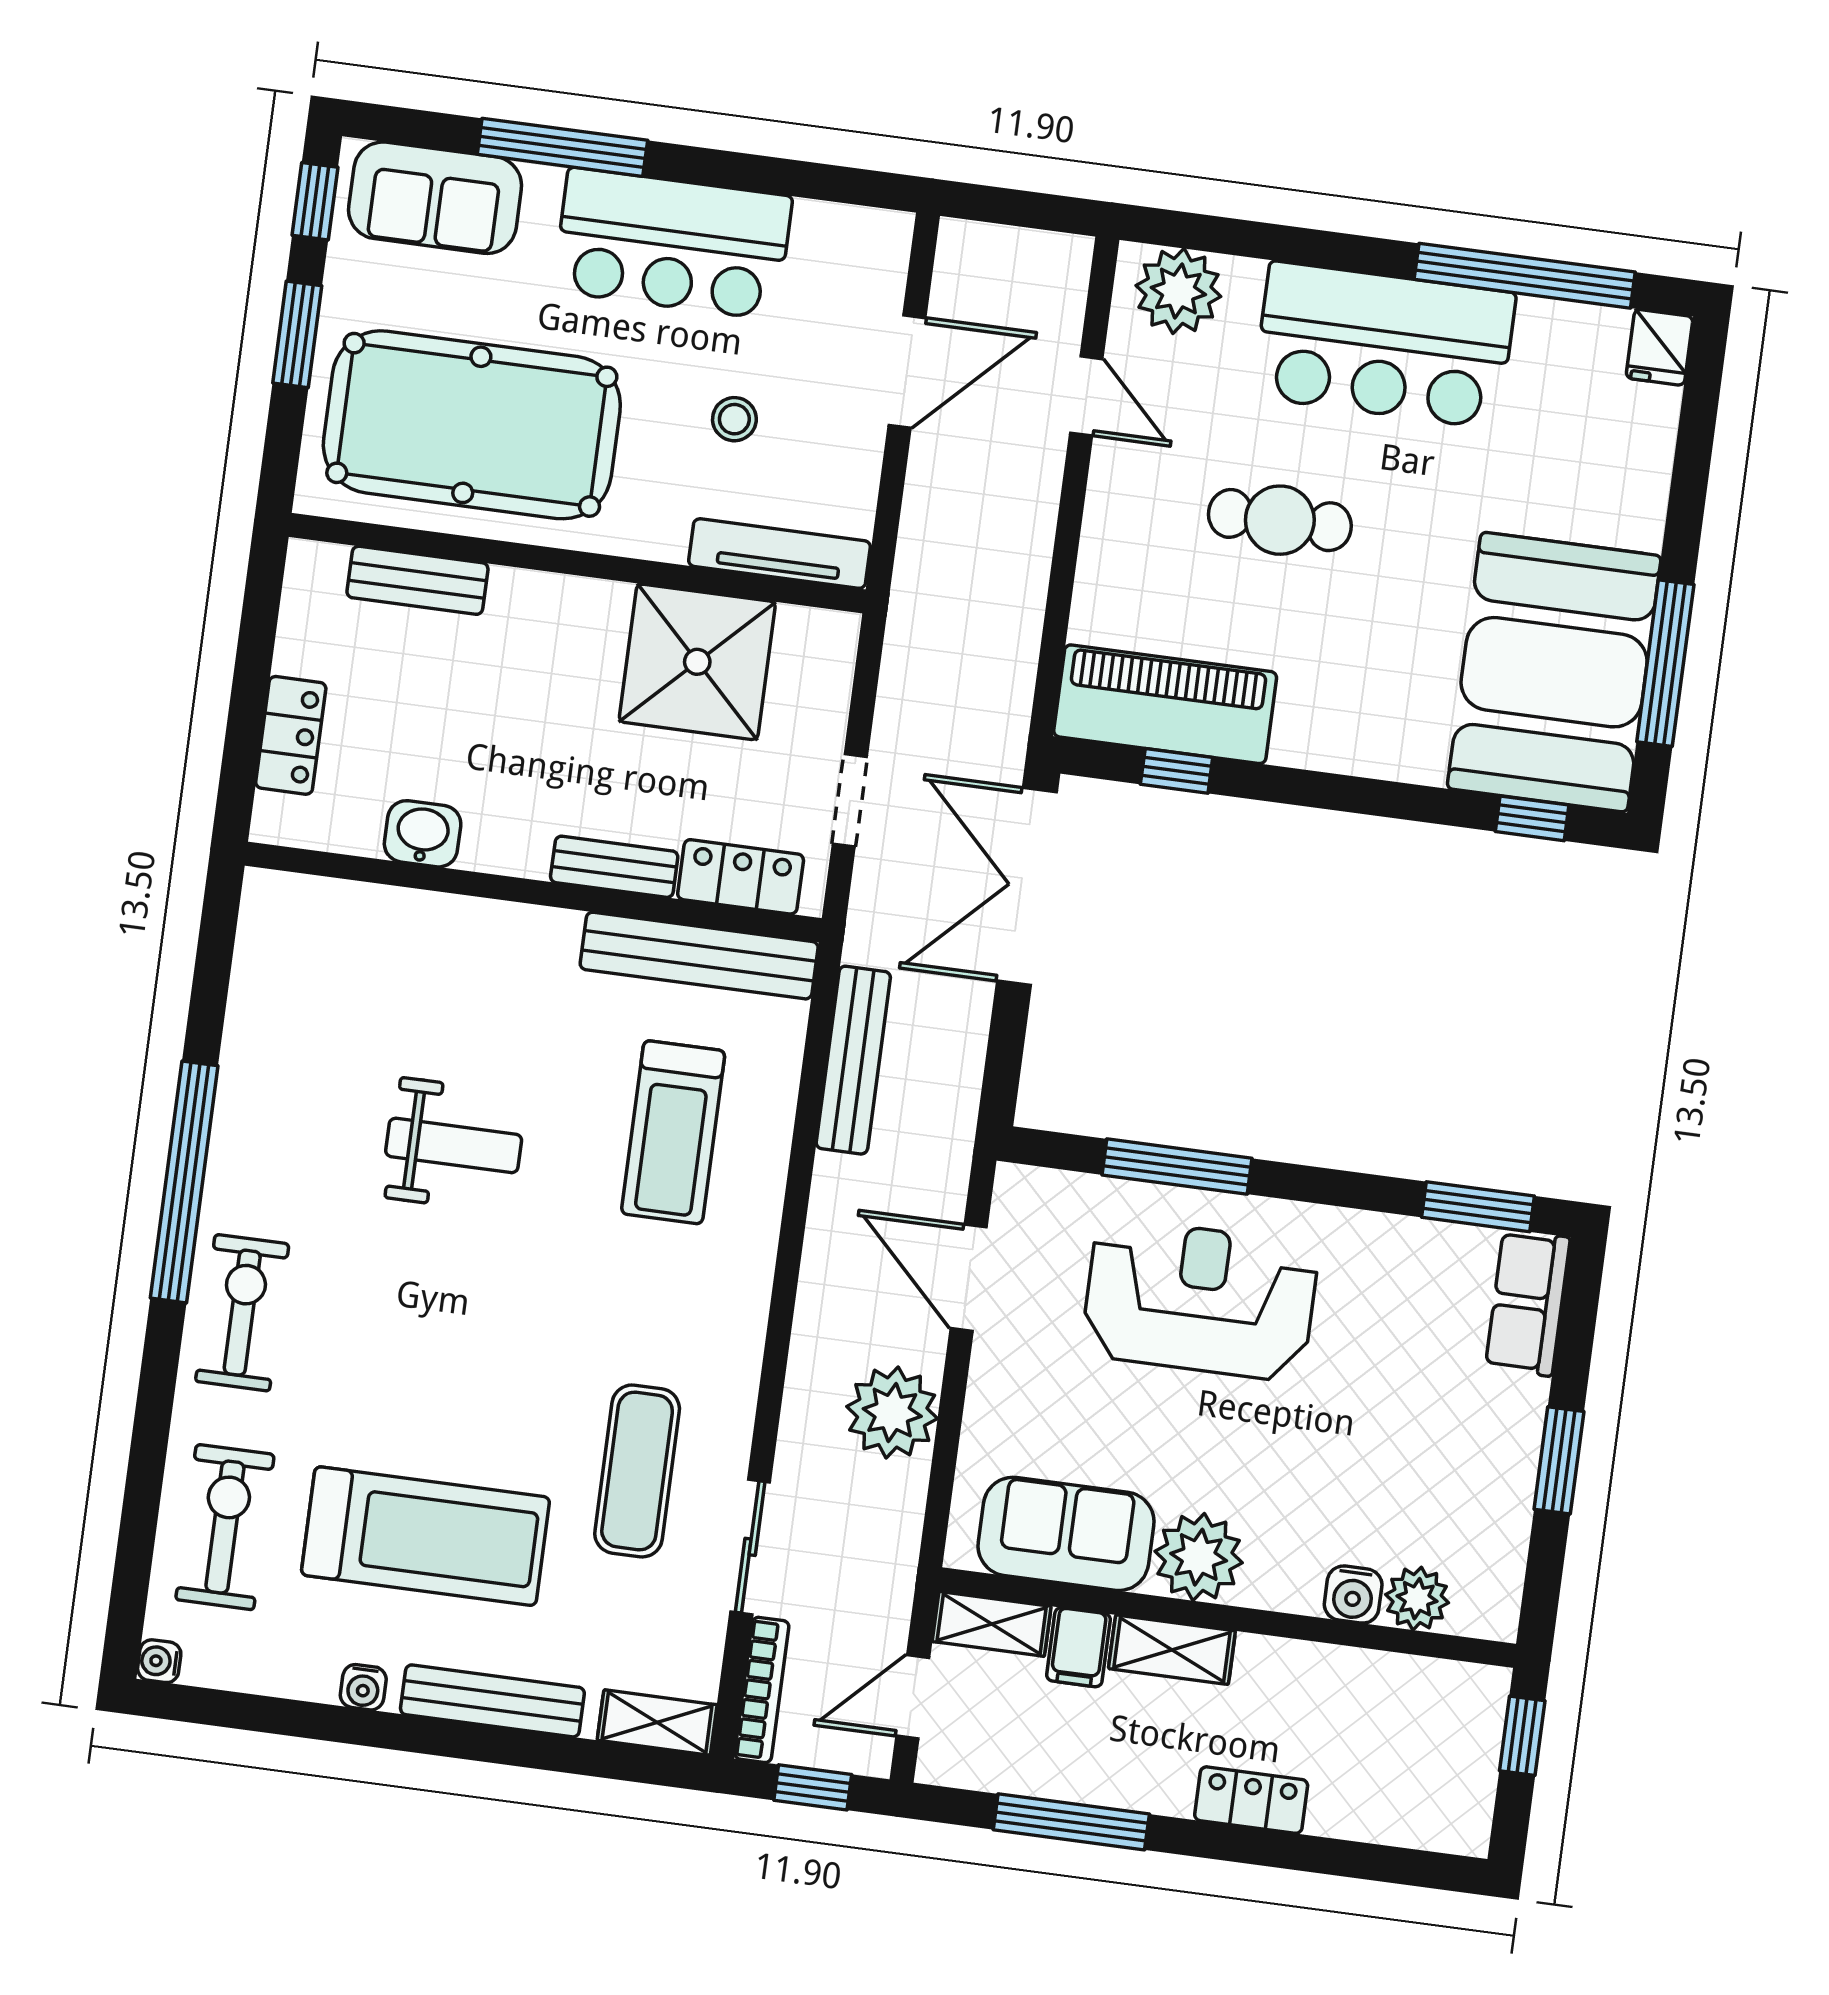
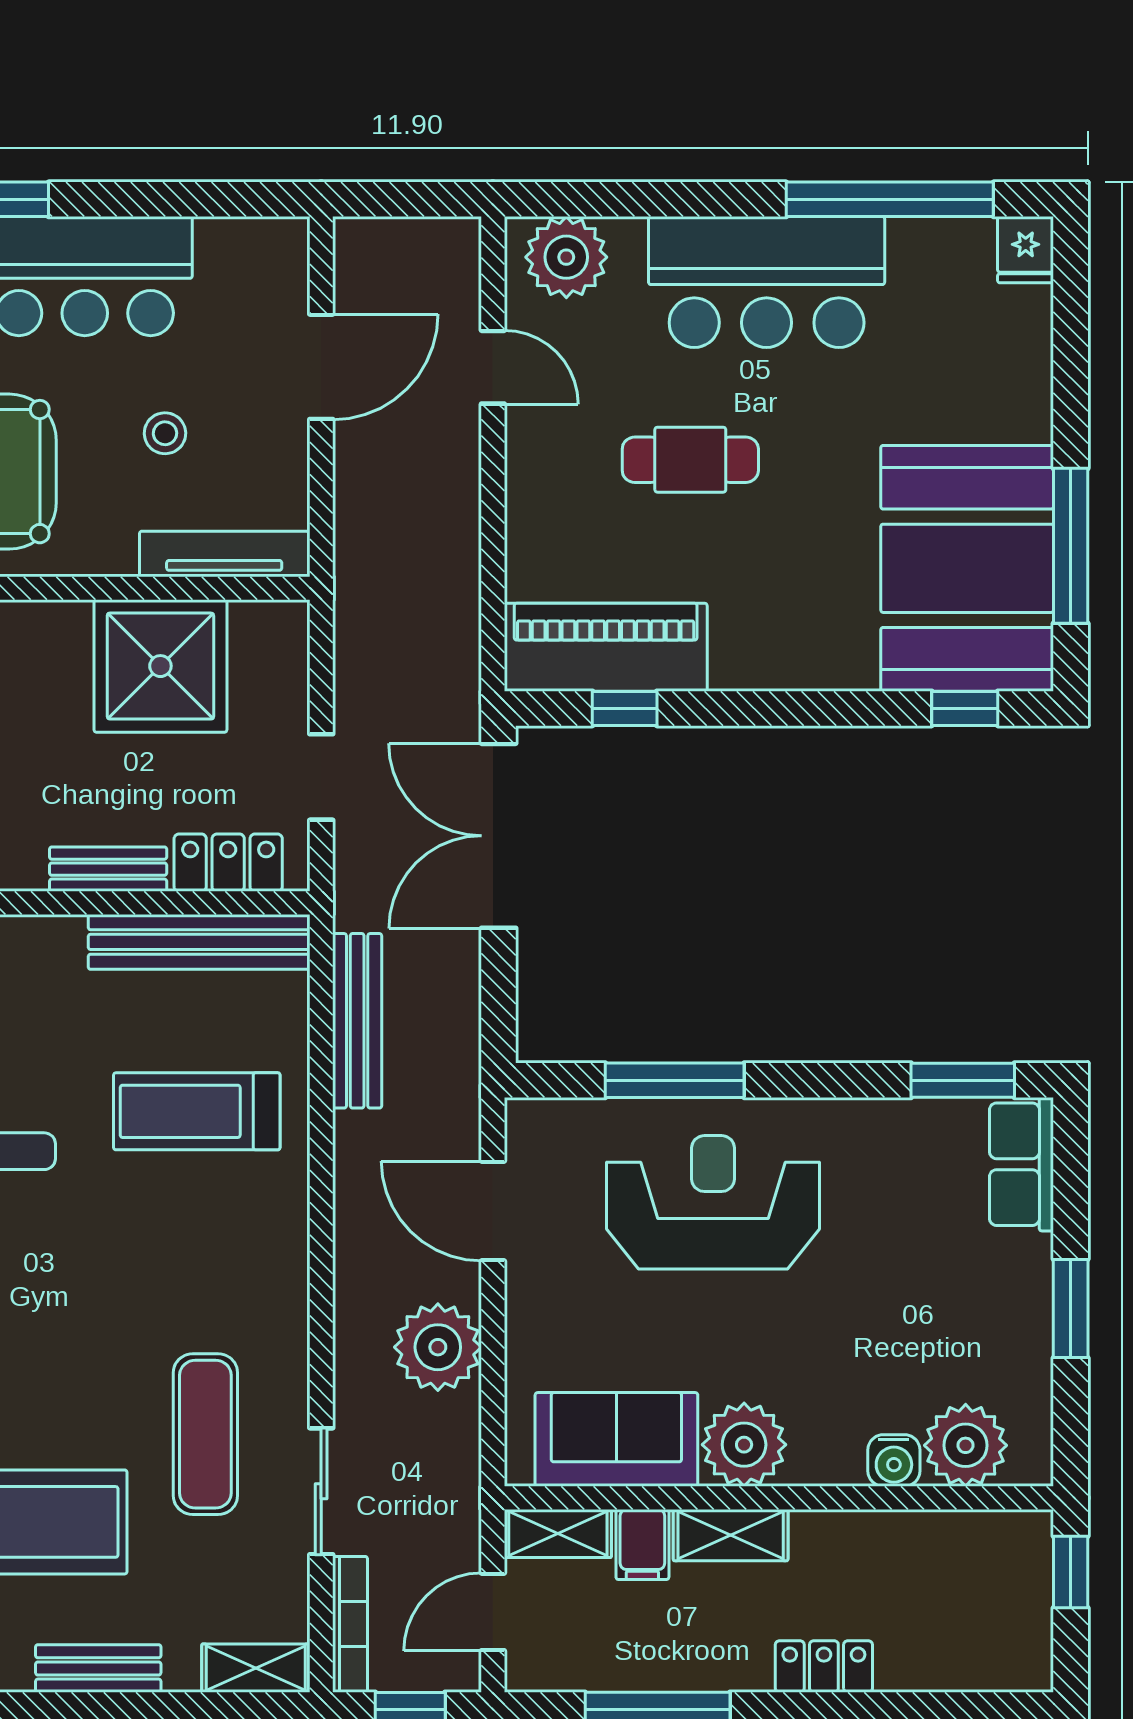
treadmill: (673, 1132) -> (197, 1111), turned 90
plant: (1417, 1599) -> (966, 1445), width x1.36, depth x1.36
bench: (492, 1701) -> (98, 1668), width x0.73

